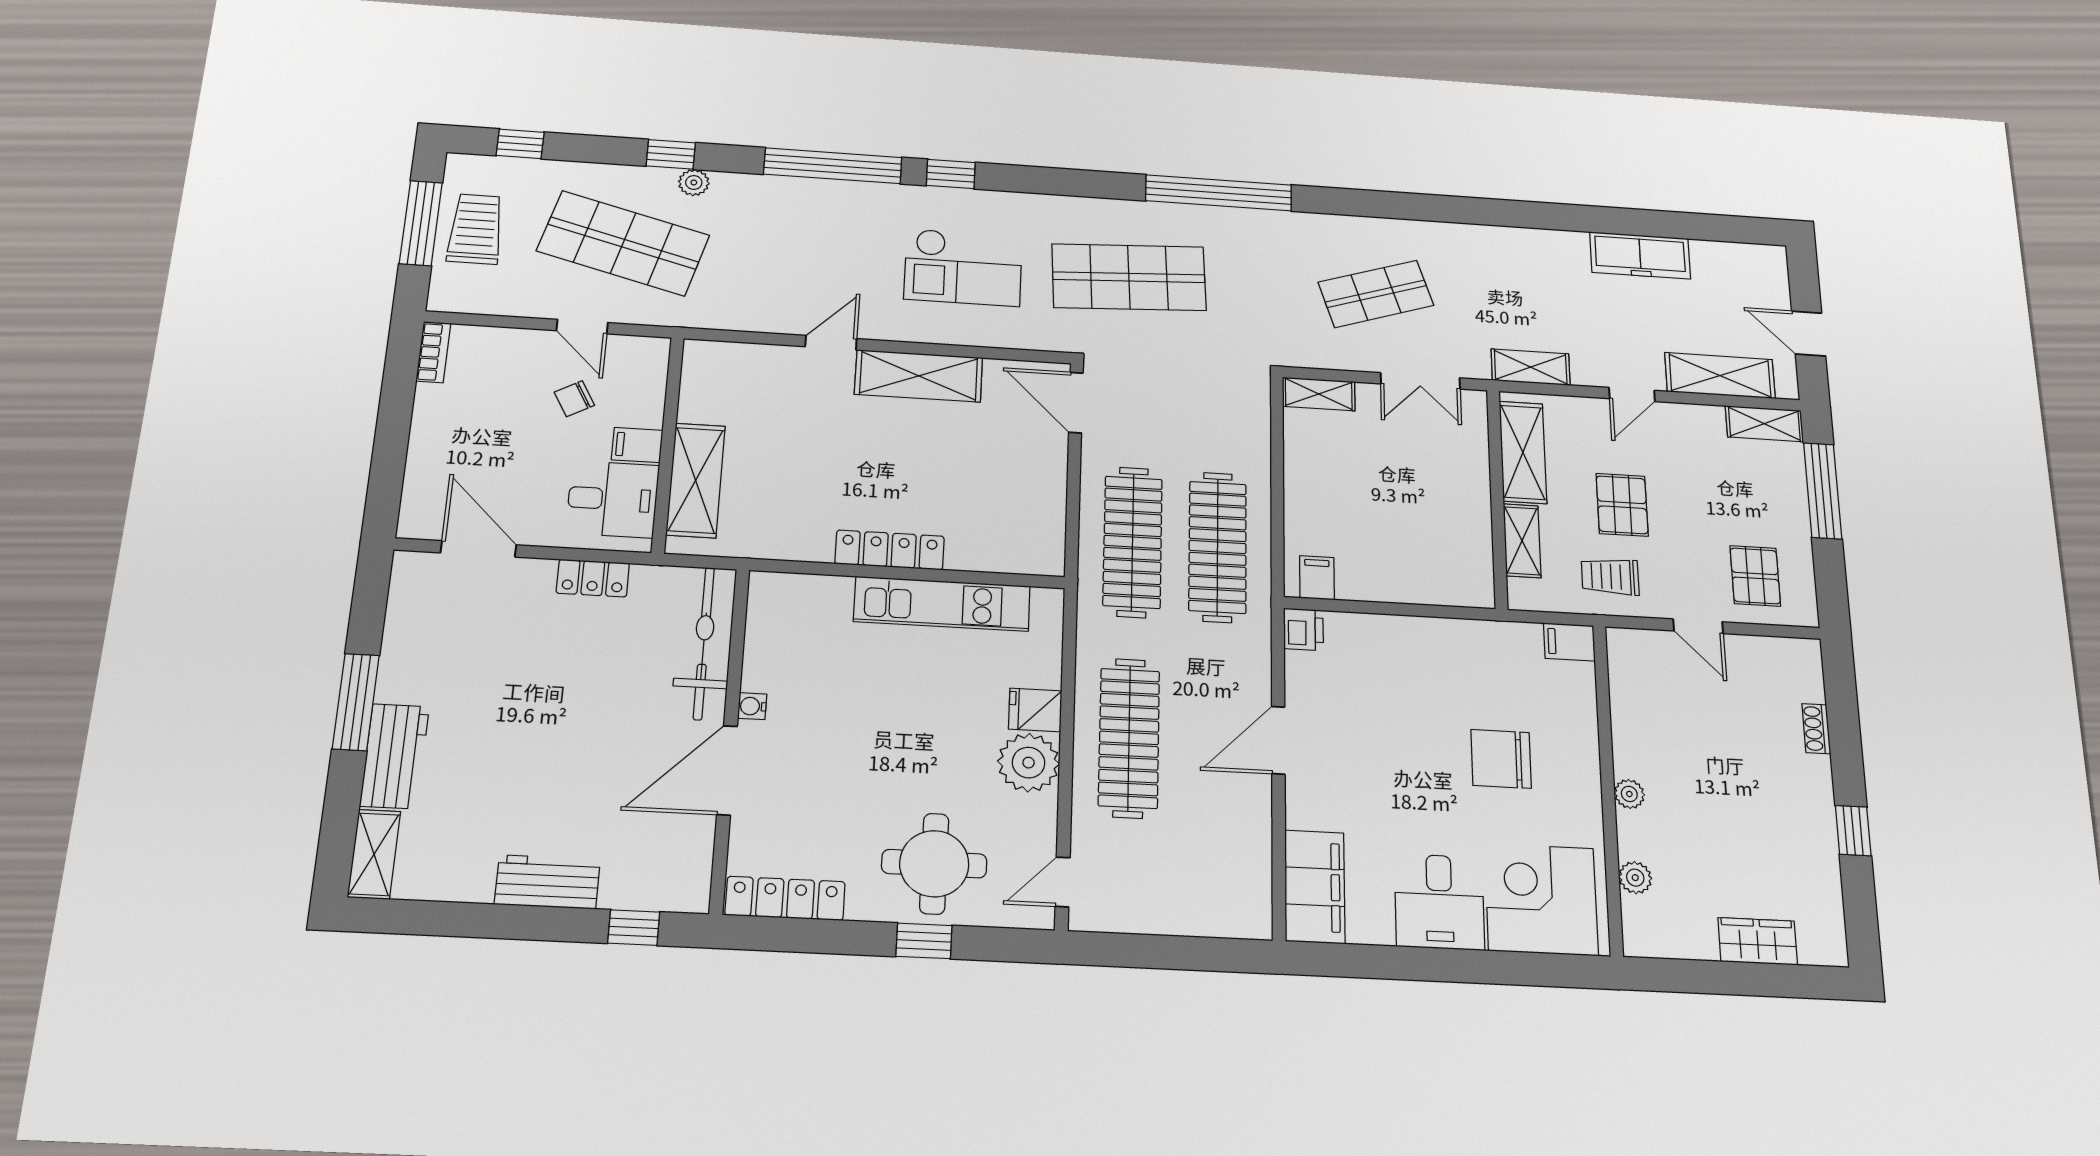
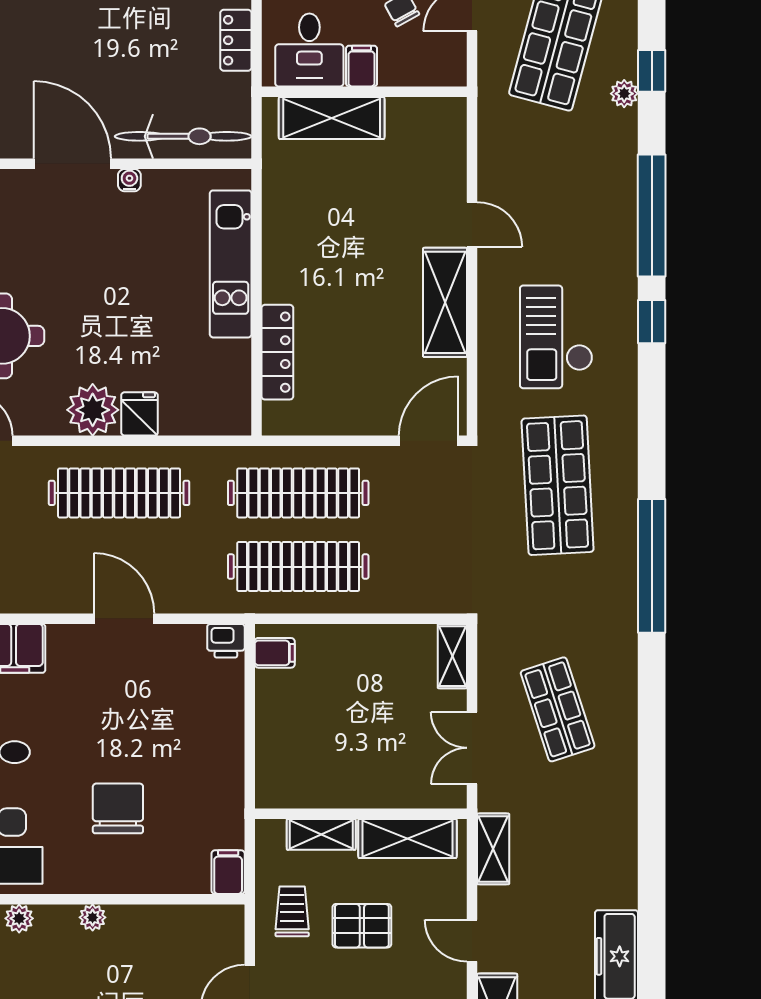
locker: (890, 550) -> (277, 352), moved
kitchen unit: (942, 604) -> (231, 264), moved

